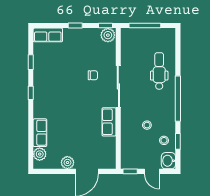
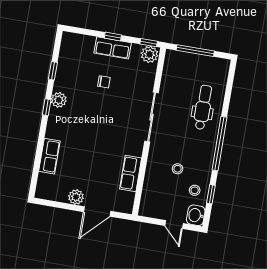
row of seats: (48, 35) -> (113, 48), moved
chair: (93, 75) -> (104, 82), moved
row of seats: (109, 122) -> (131, 173), moved
plant: (40, 154) -> (59, 100), moved
window: (130, 171) -> (148, 220), removed

